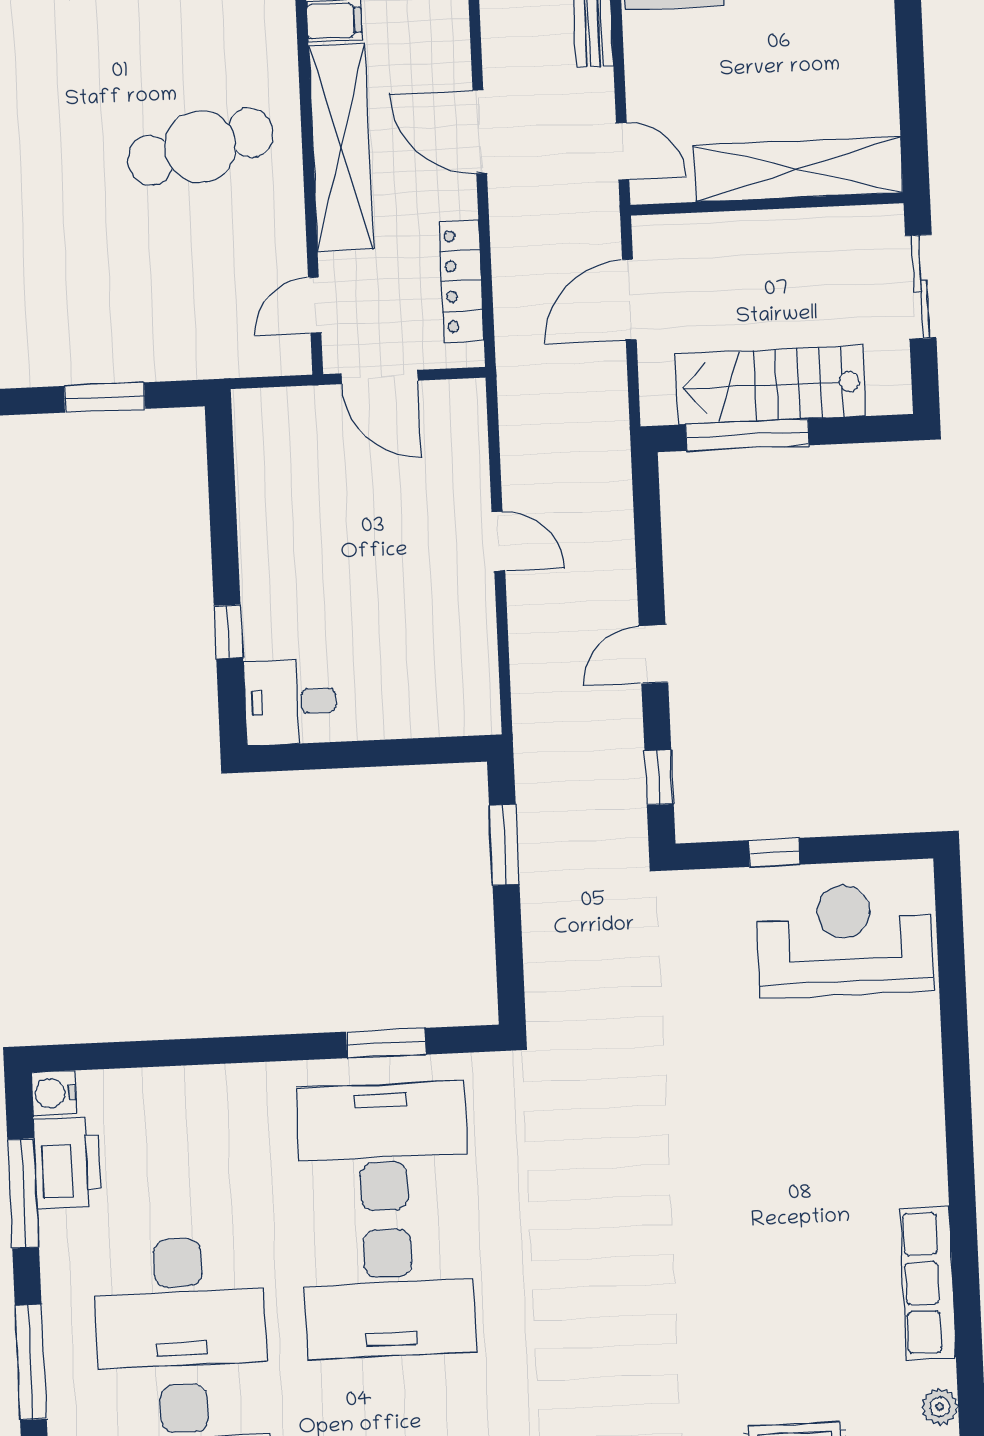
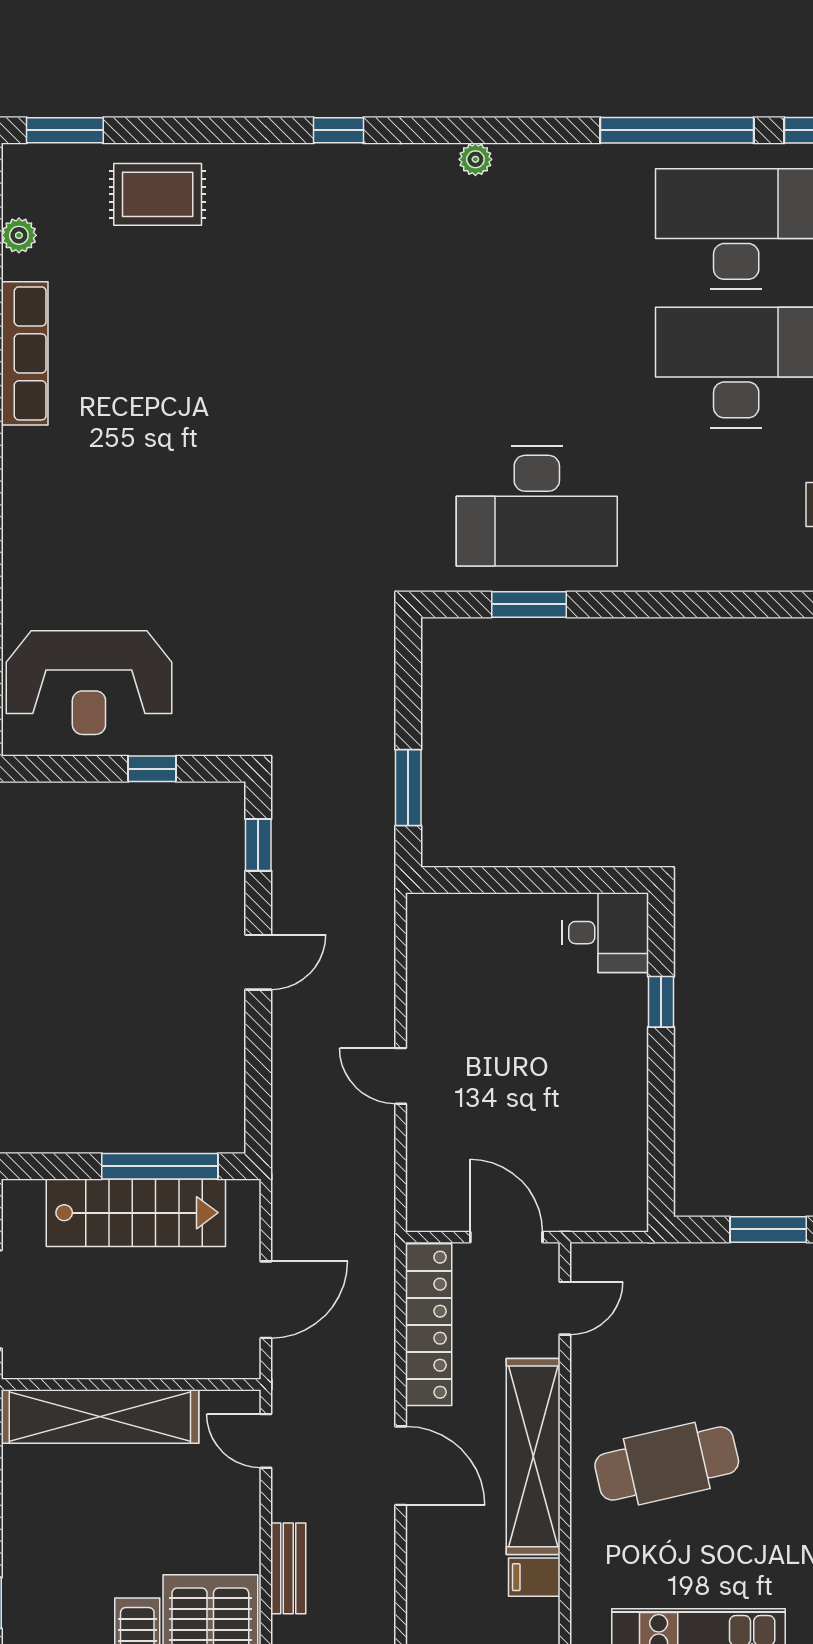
locker: (461, 281) -> (429, 1325), width x1.41, depth x1.21
desk: (389, 1293) -> (537, 367), removed

